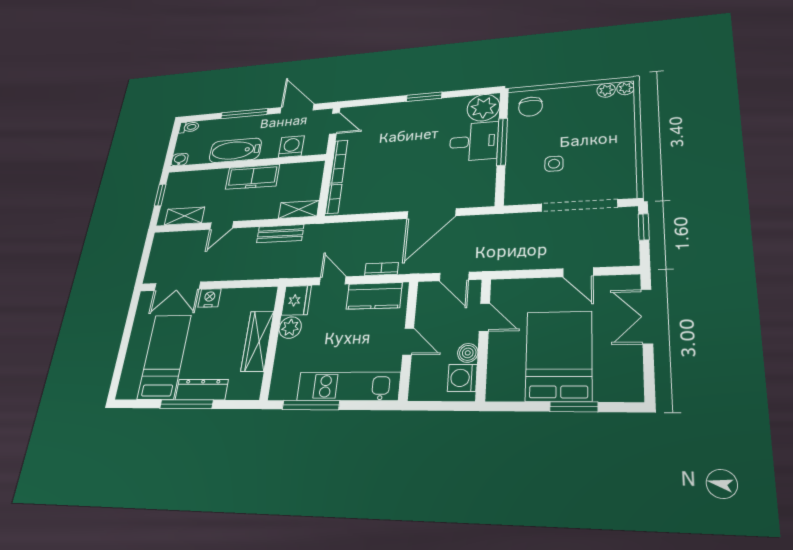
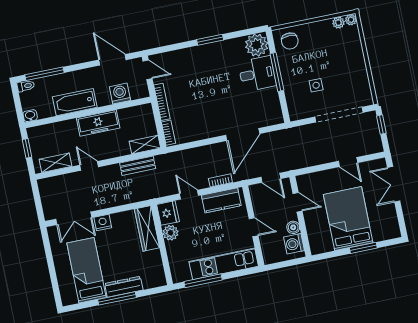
window: (244, 114) -> (45, 74), moved
door: (222, 225) -> (89, 166), swing flipped
wardrobe: (257, 341) -> (147, 228), moved

